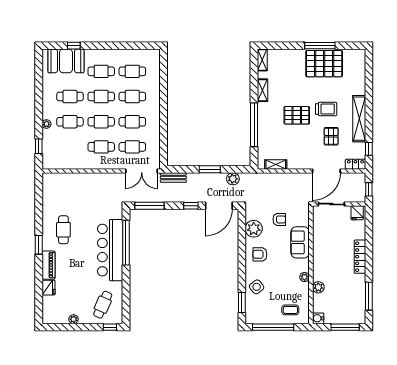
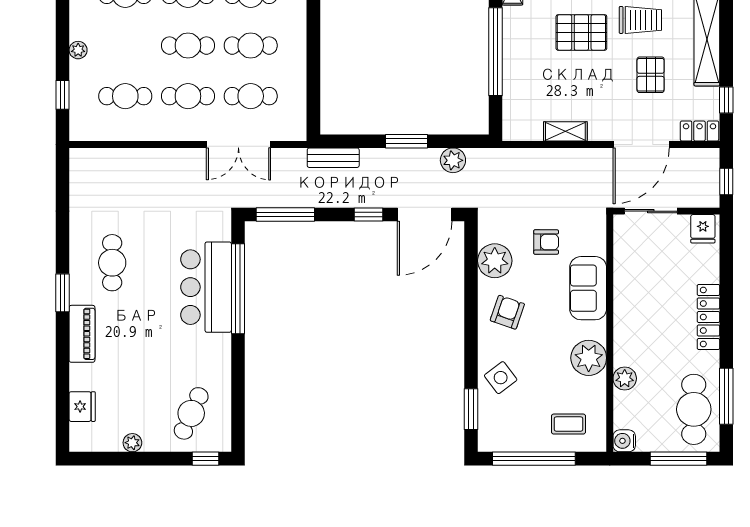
cafe table: (70, 122) -> (125, 96), moved
shelving: (276, 164) -> (565, 131), moved
double door: (142, 171) -> (238, 144), moved
bar counter: (110, 250) -> (206, 287), width x0.73
armchair: (260, 254) -> (507, 312), turned 109
plant: (305, 277) -> (589, 358), width x1.87, depth x1.87
fridge: (49, 288) -> (82, 407), moved
cafe table: (353, 303) -> (694, 409), added

